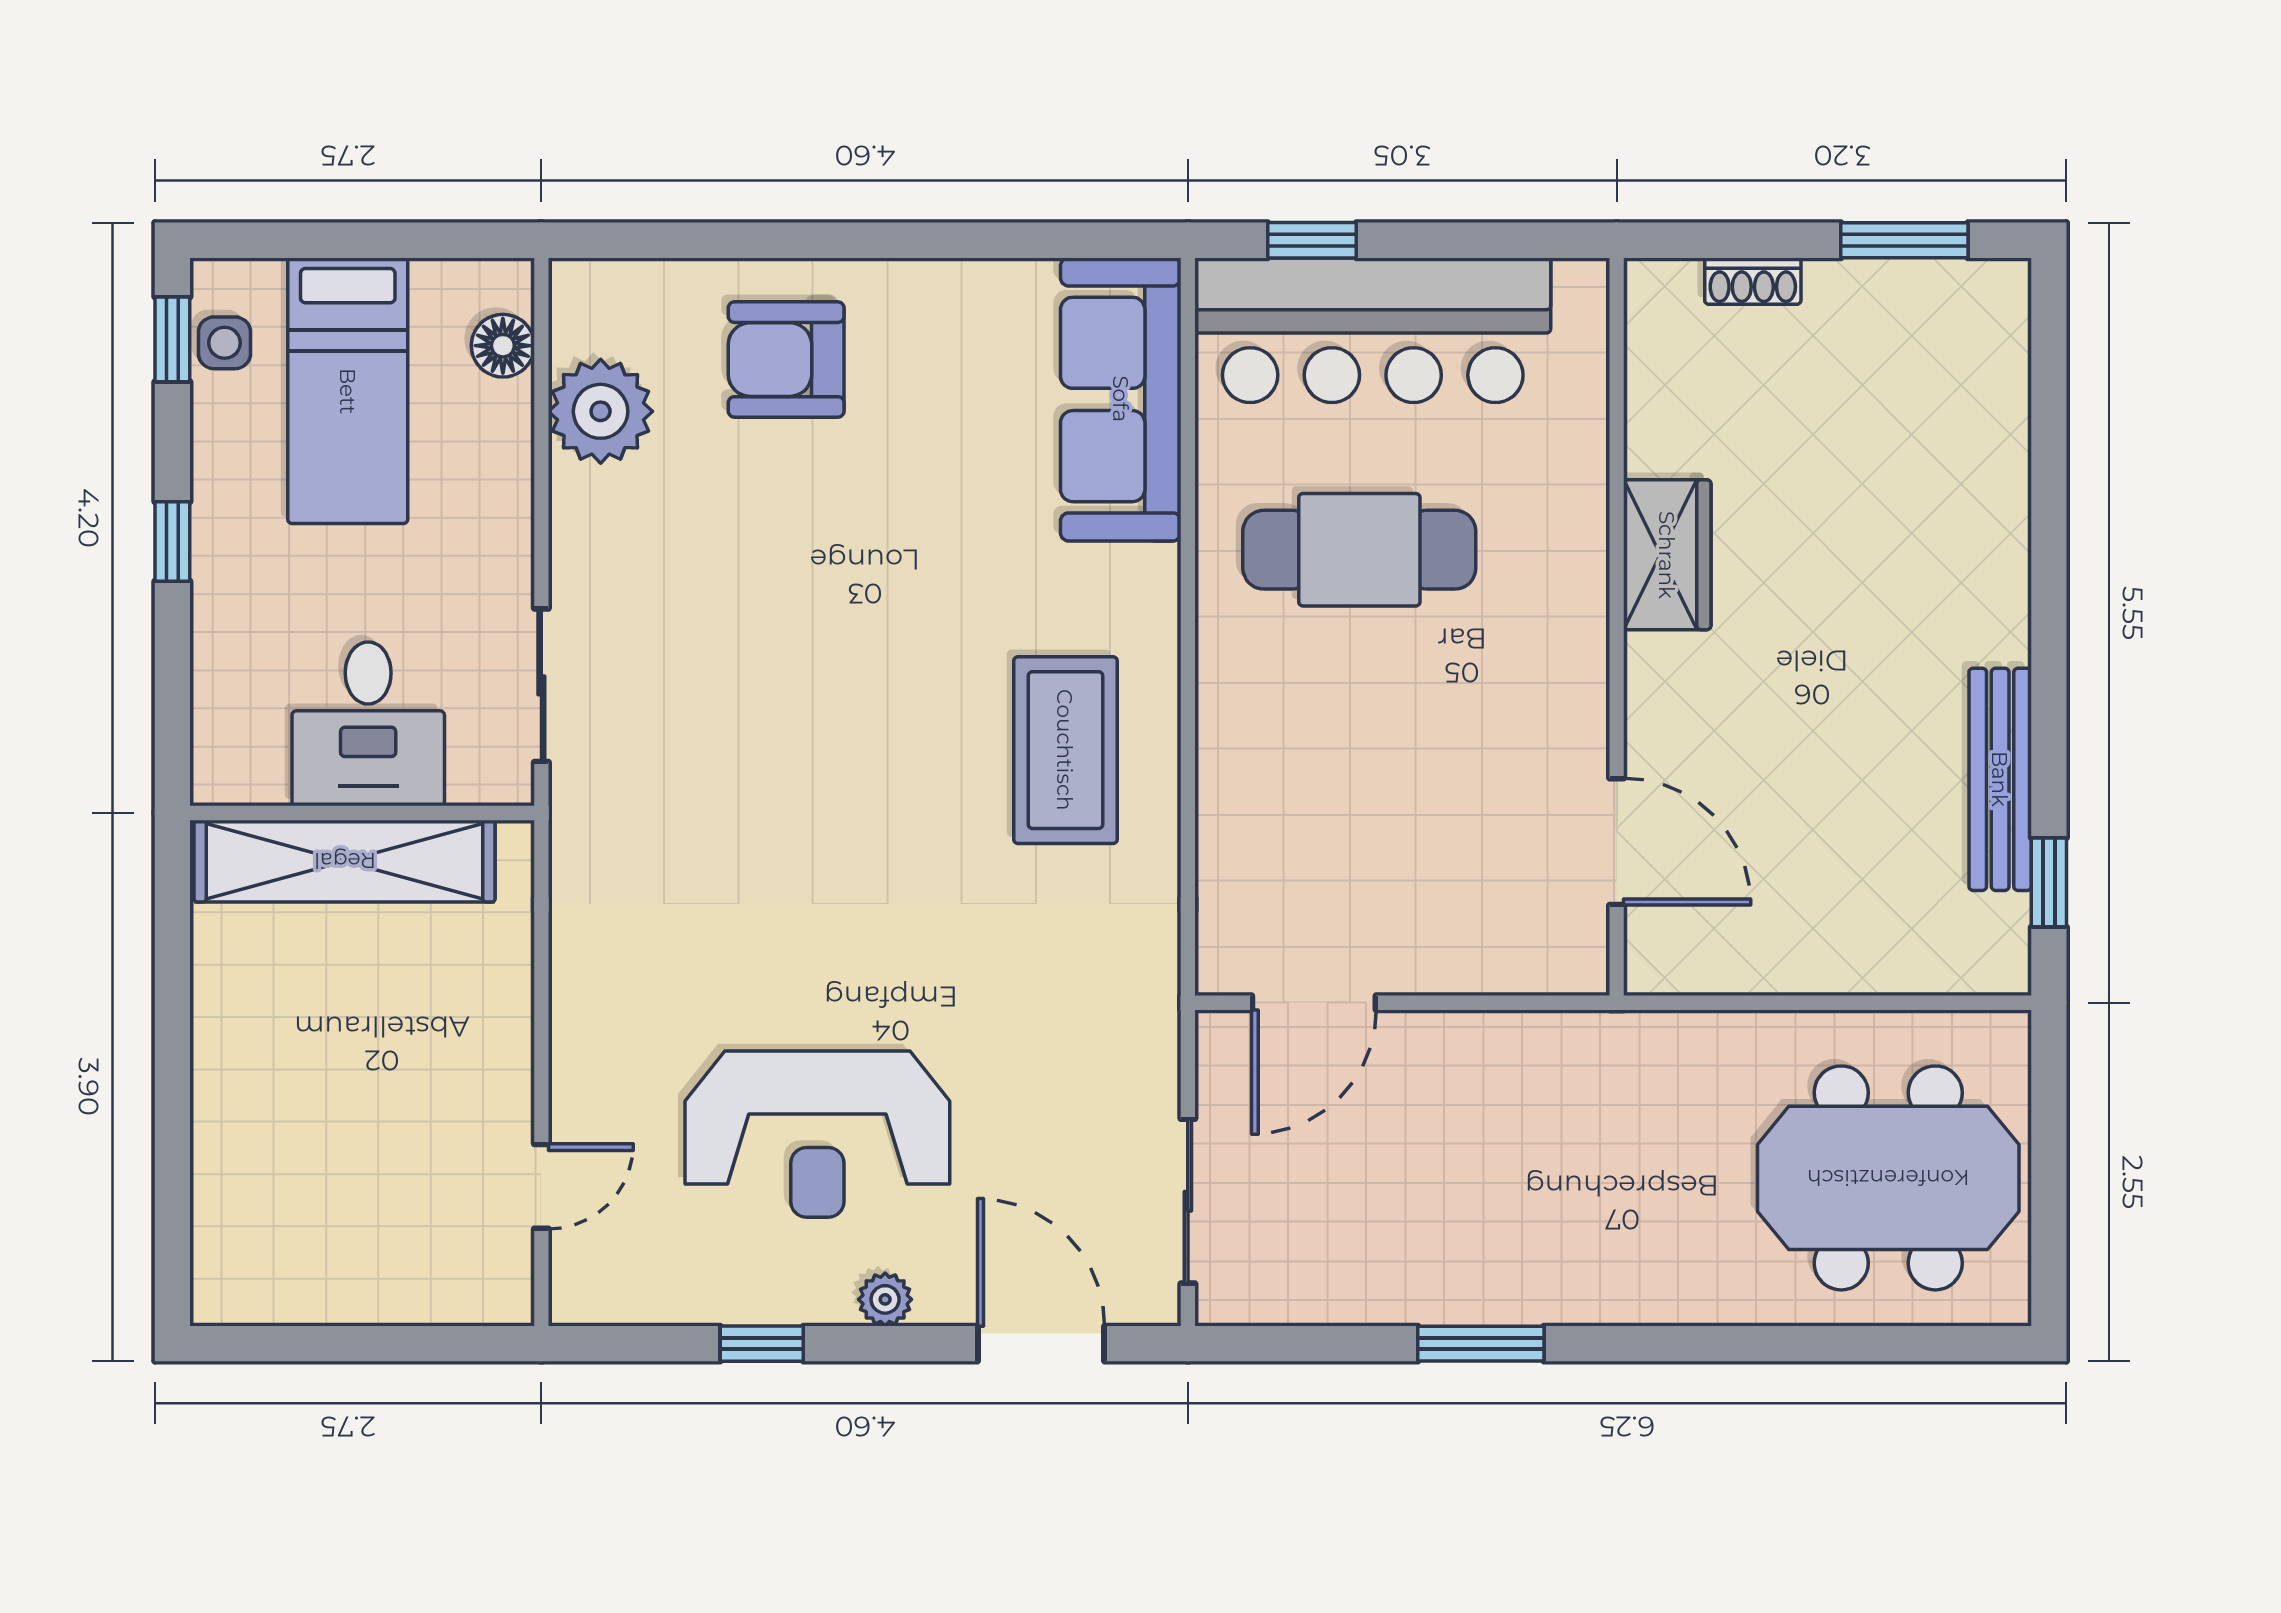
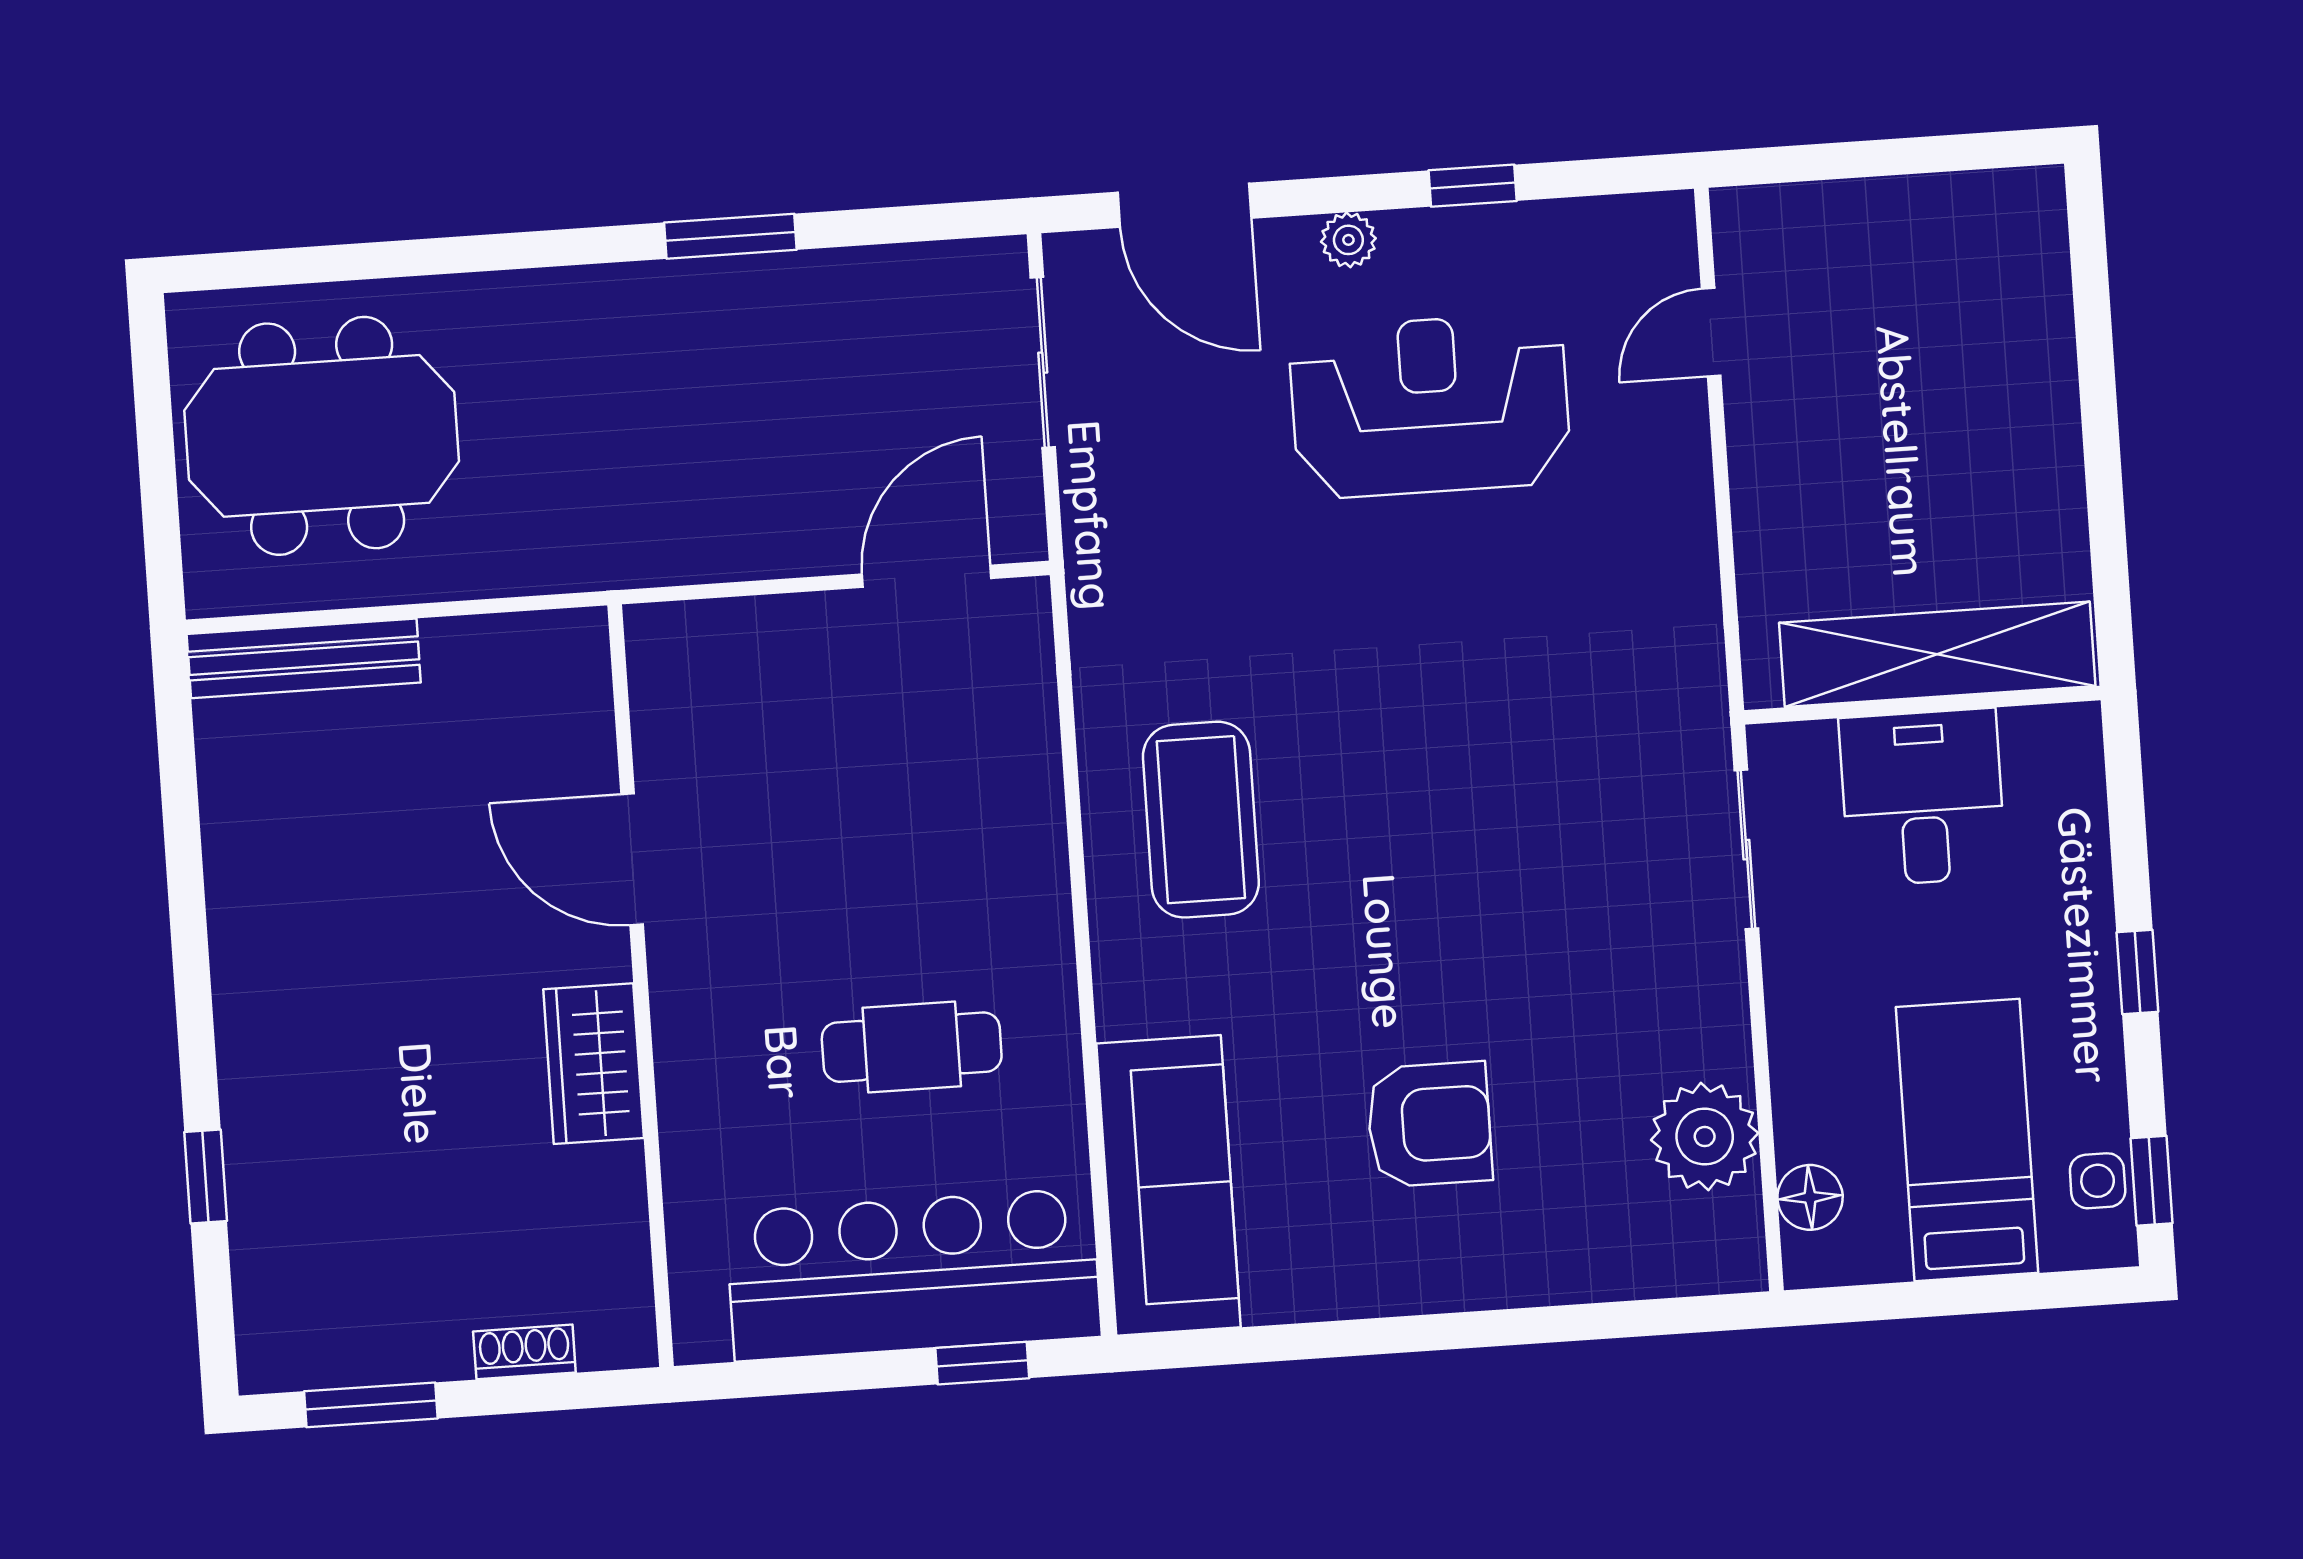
armchair: (786, 360) -> (1429, 1124), moved
cafe table: (1359, 550) -> (912, 1047), width x0.73, depth x0.74
bench: (2000, 779) -> (304, 658), moved, turned 90
door: (1617, 842) -> (632, 859), moved
window: (2049, 882) -> (206, 1177), moved

